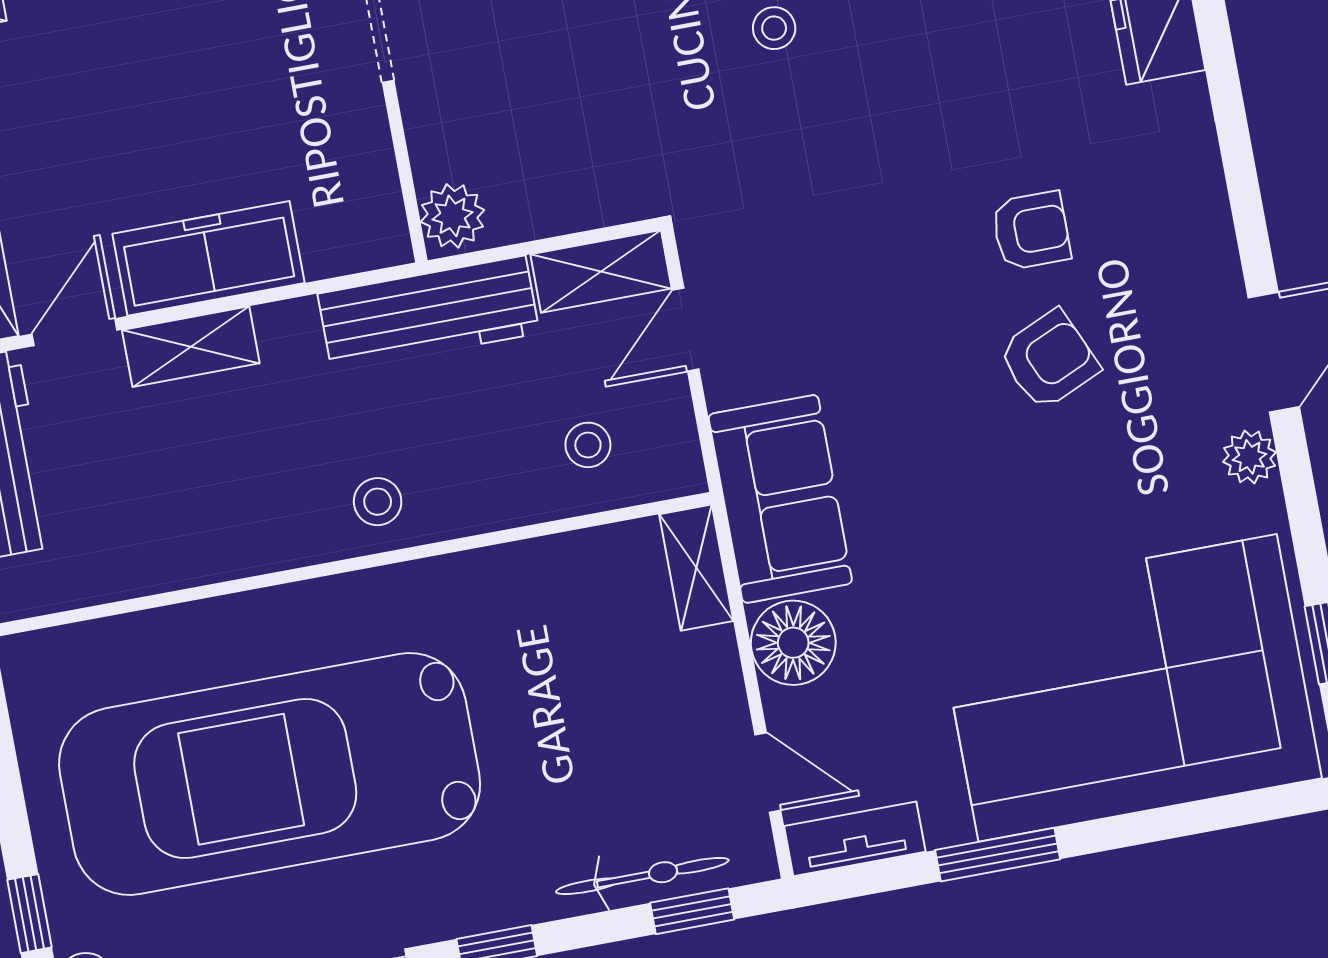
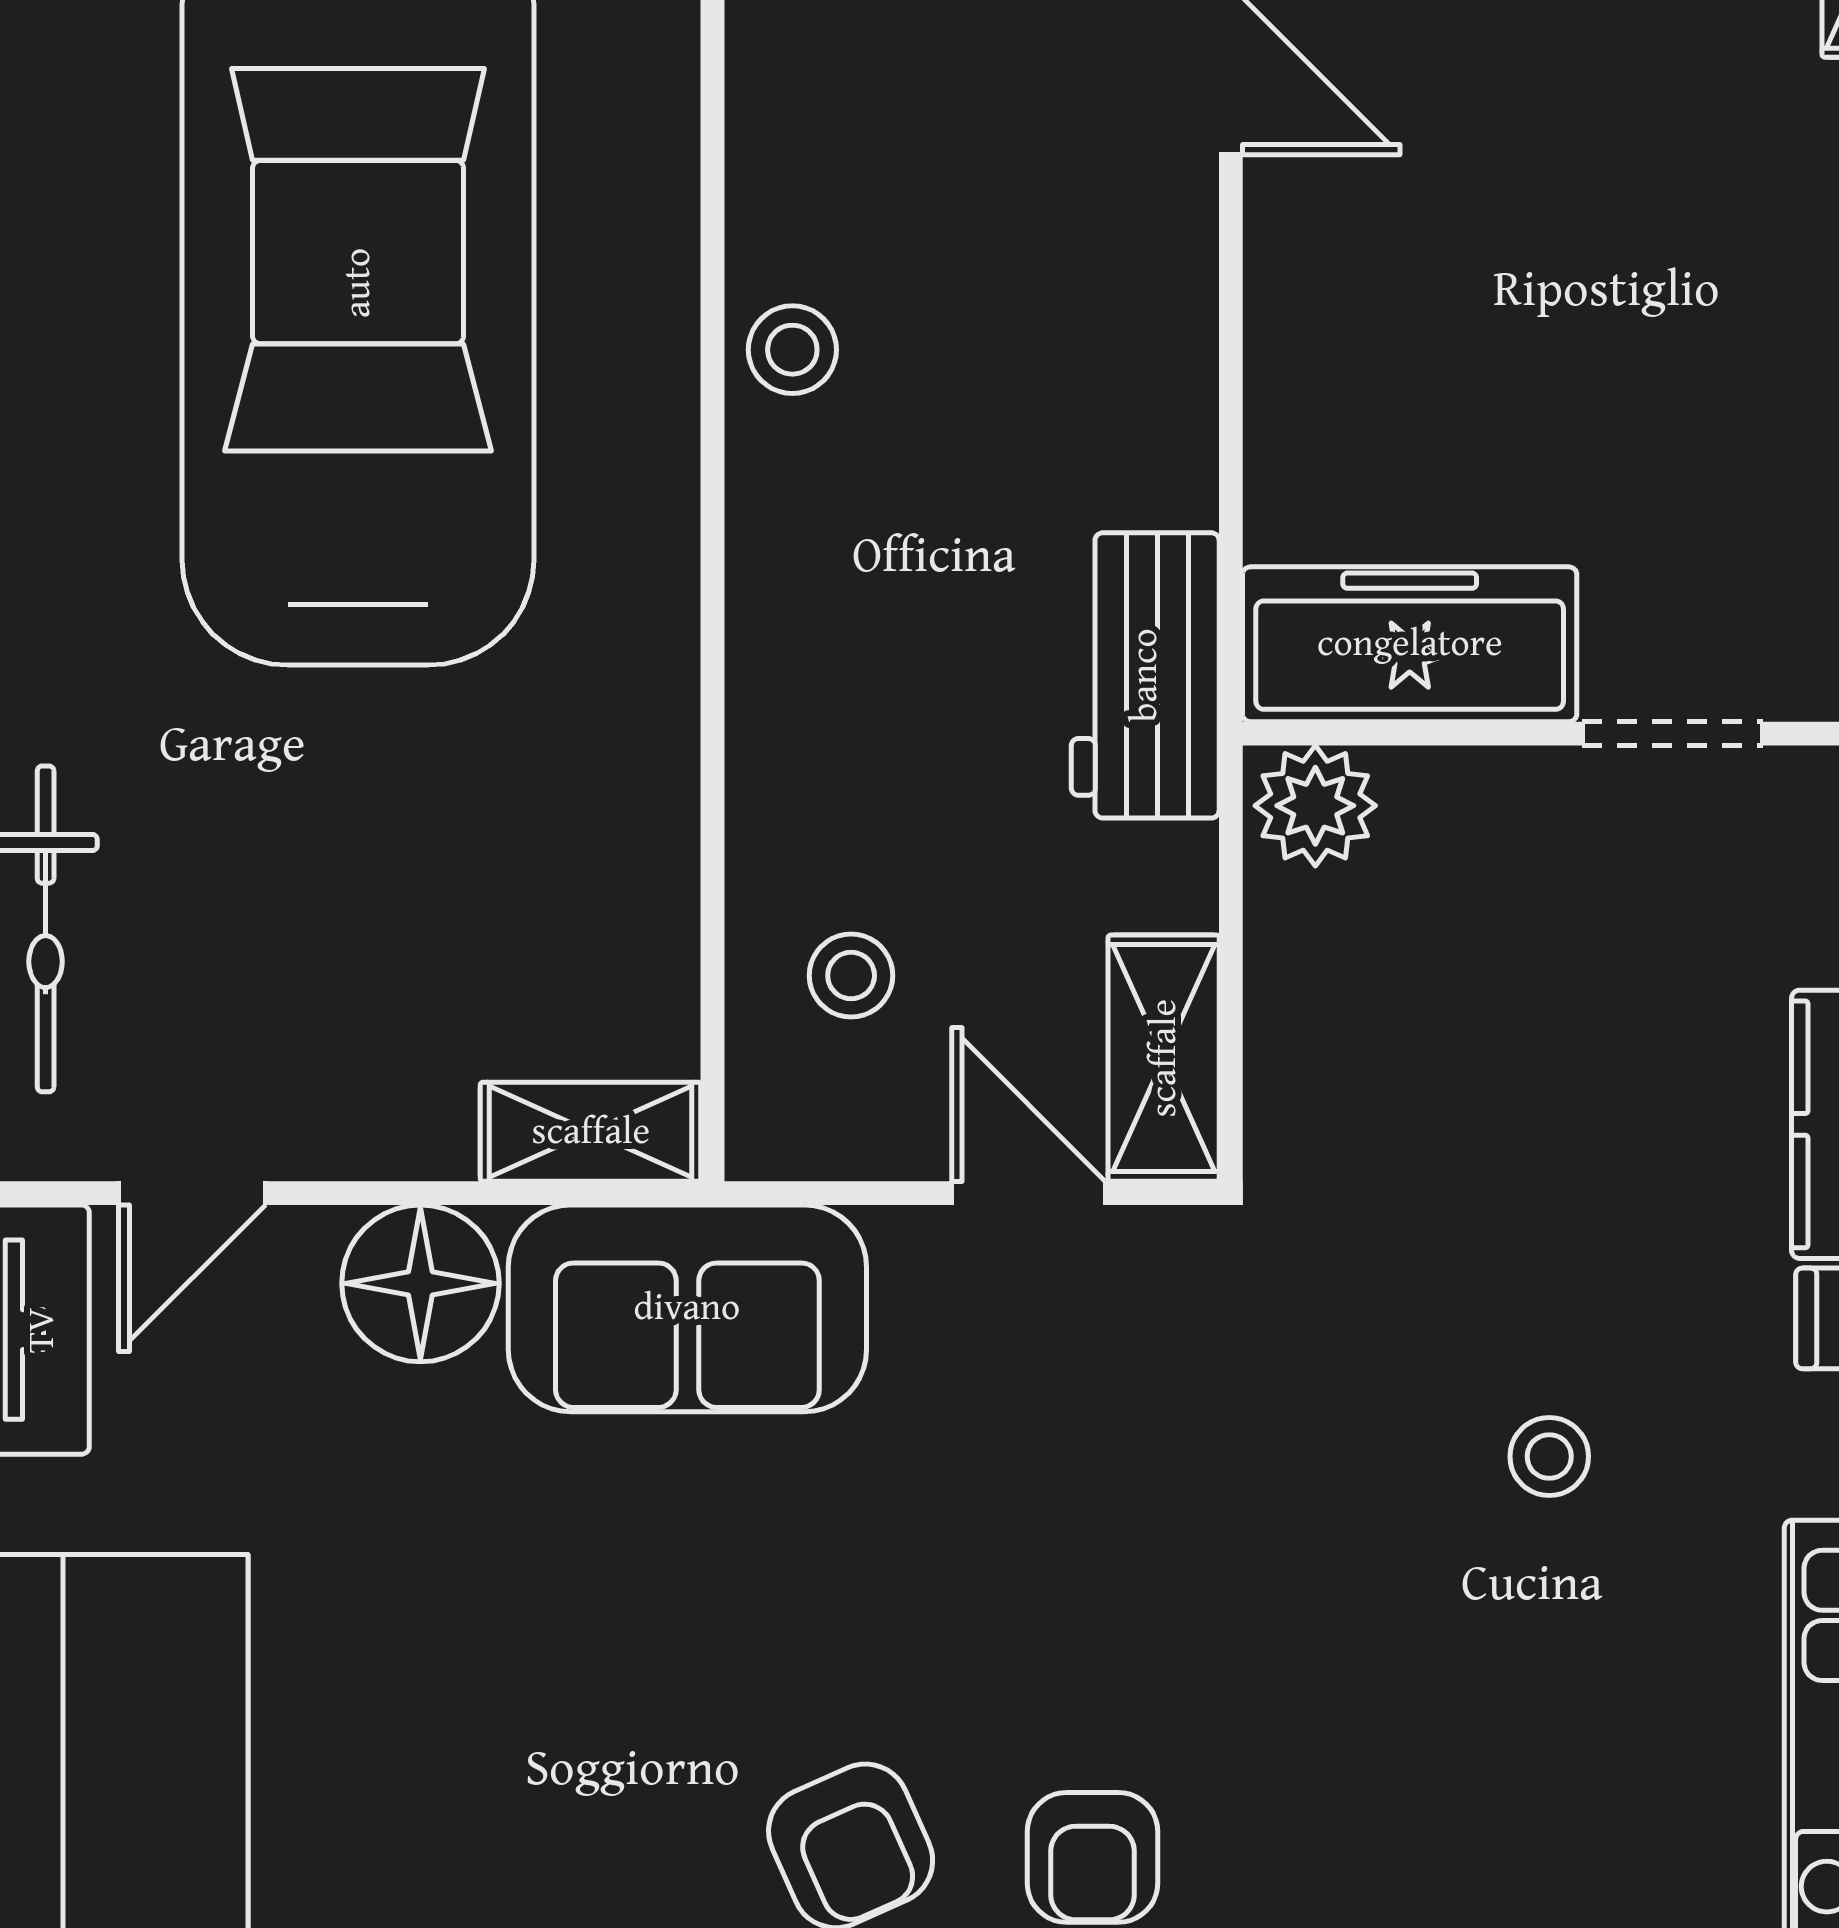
freezer: (209, 258) -> (1410, 644), moved, turned -90
workbench: (429, 313) -> (1145, 675), width x0.73
shelving: (191, 347) -> (1165, 284), removed
stool: (378, 502) -> (792, 350), moved

